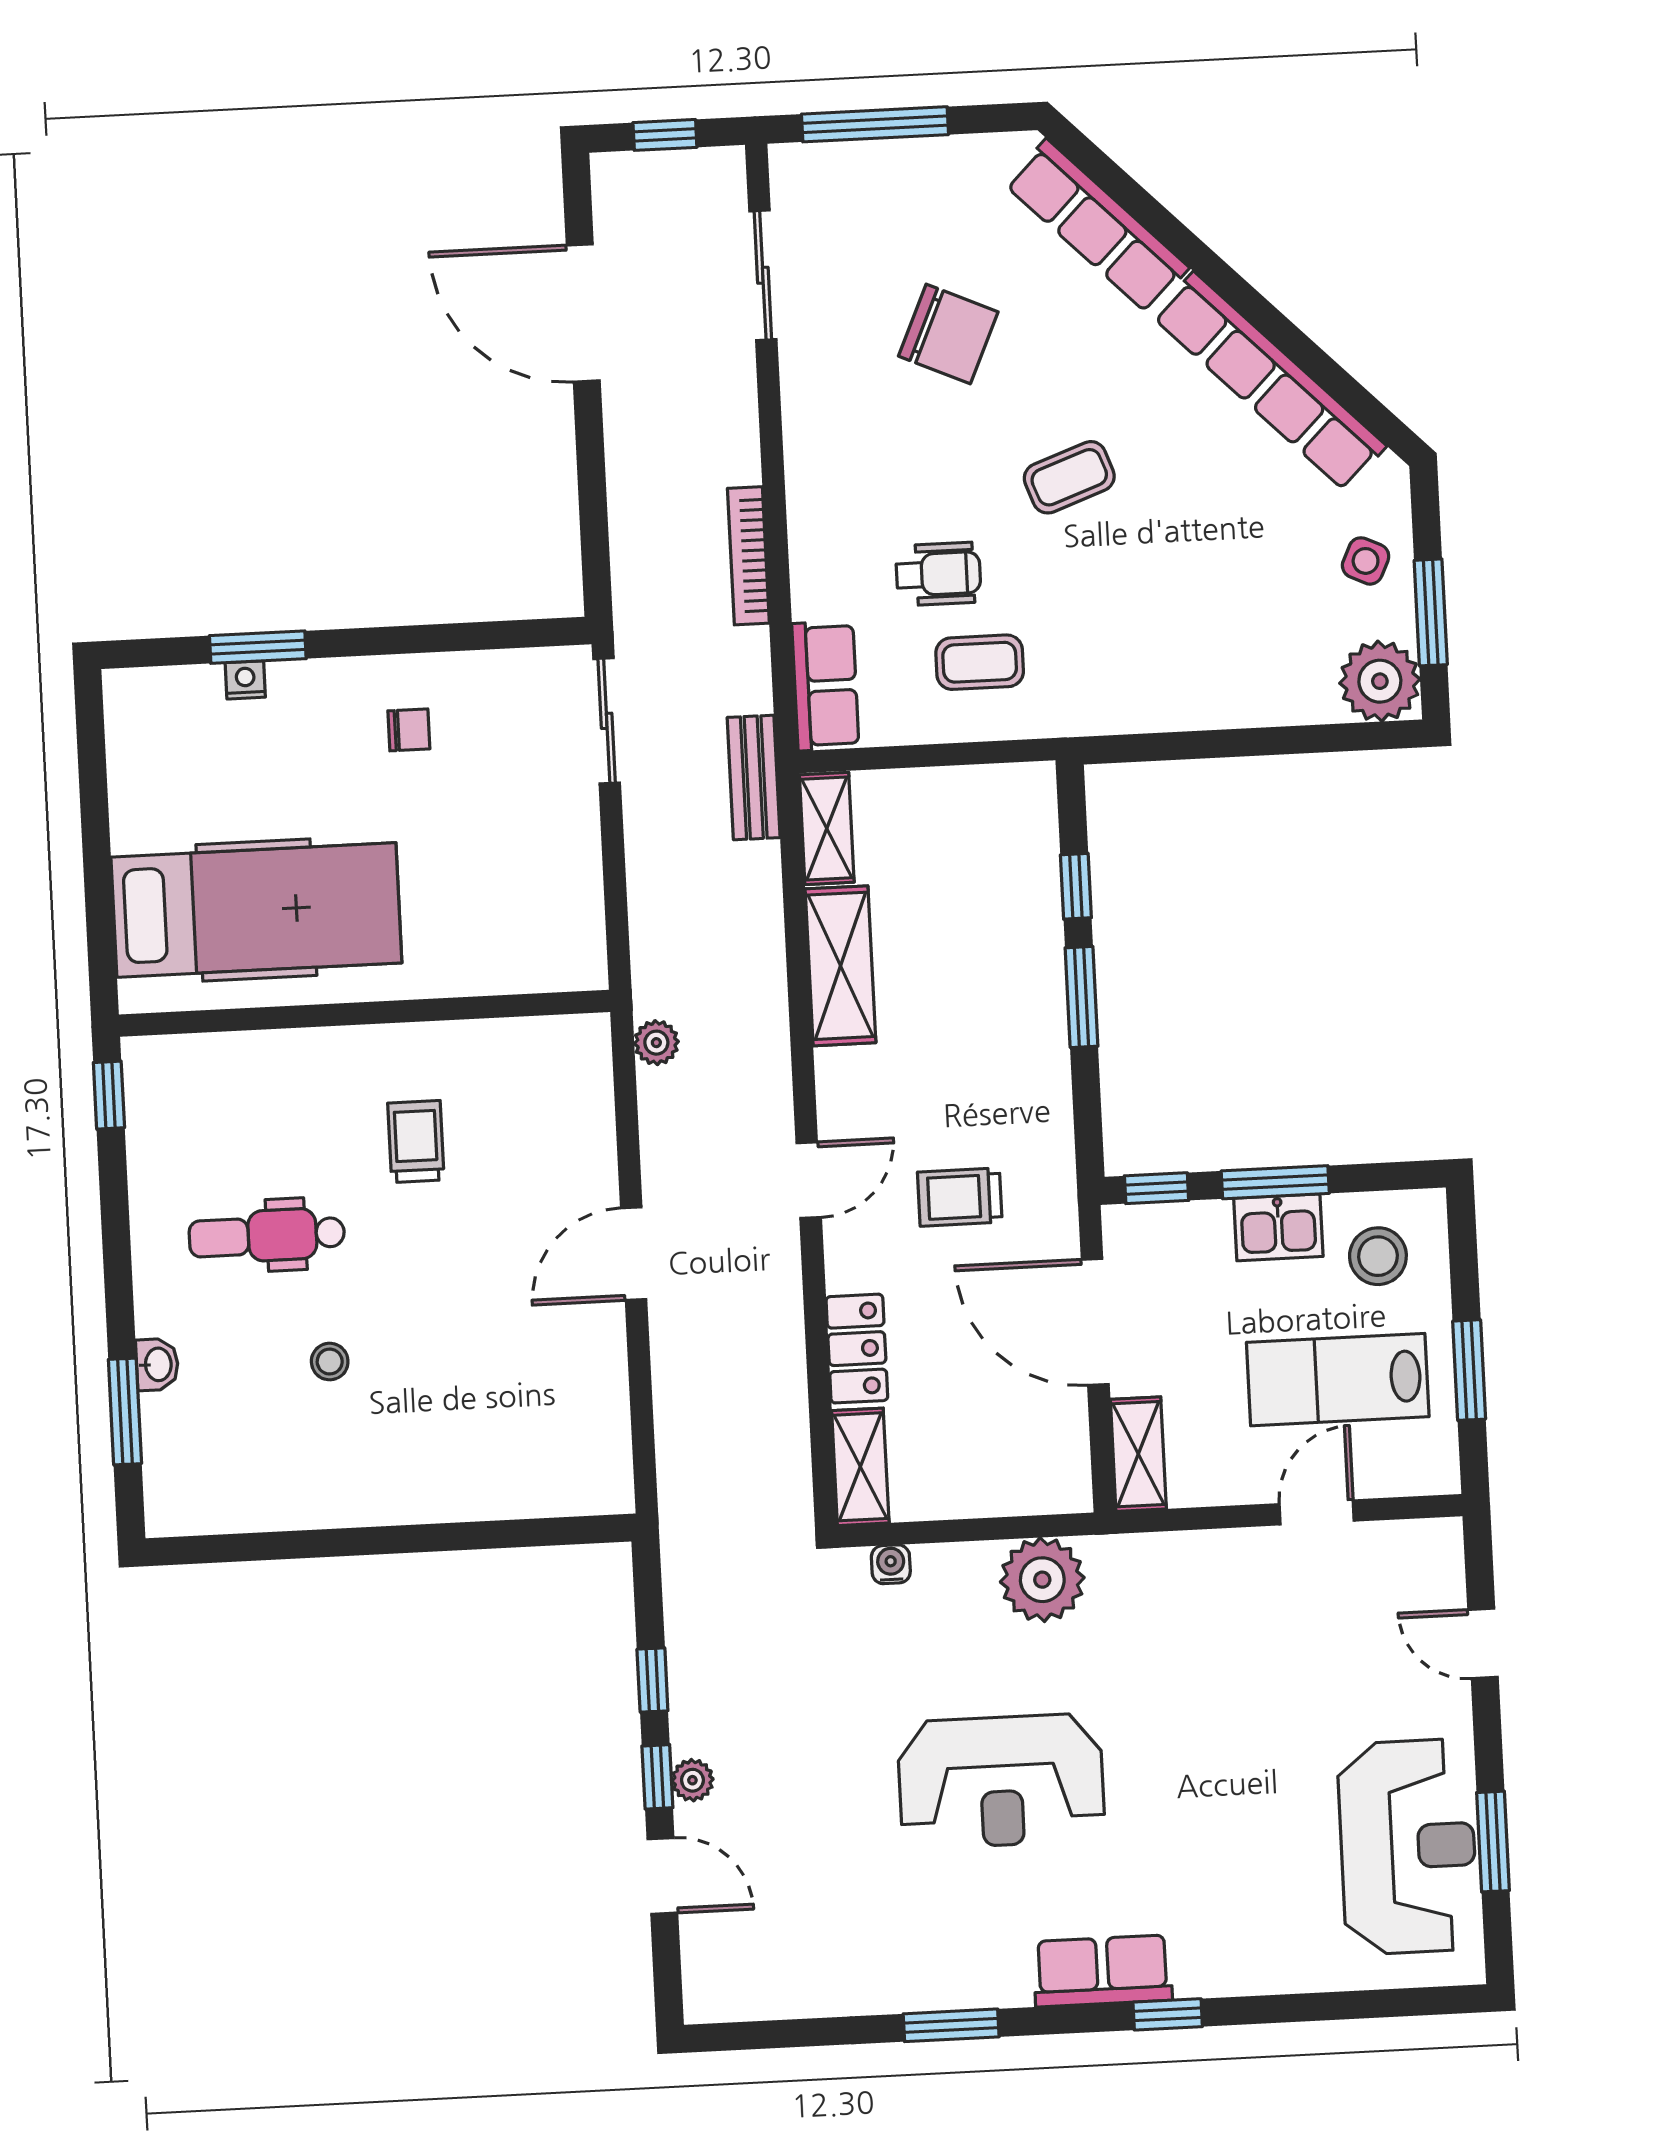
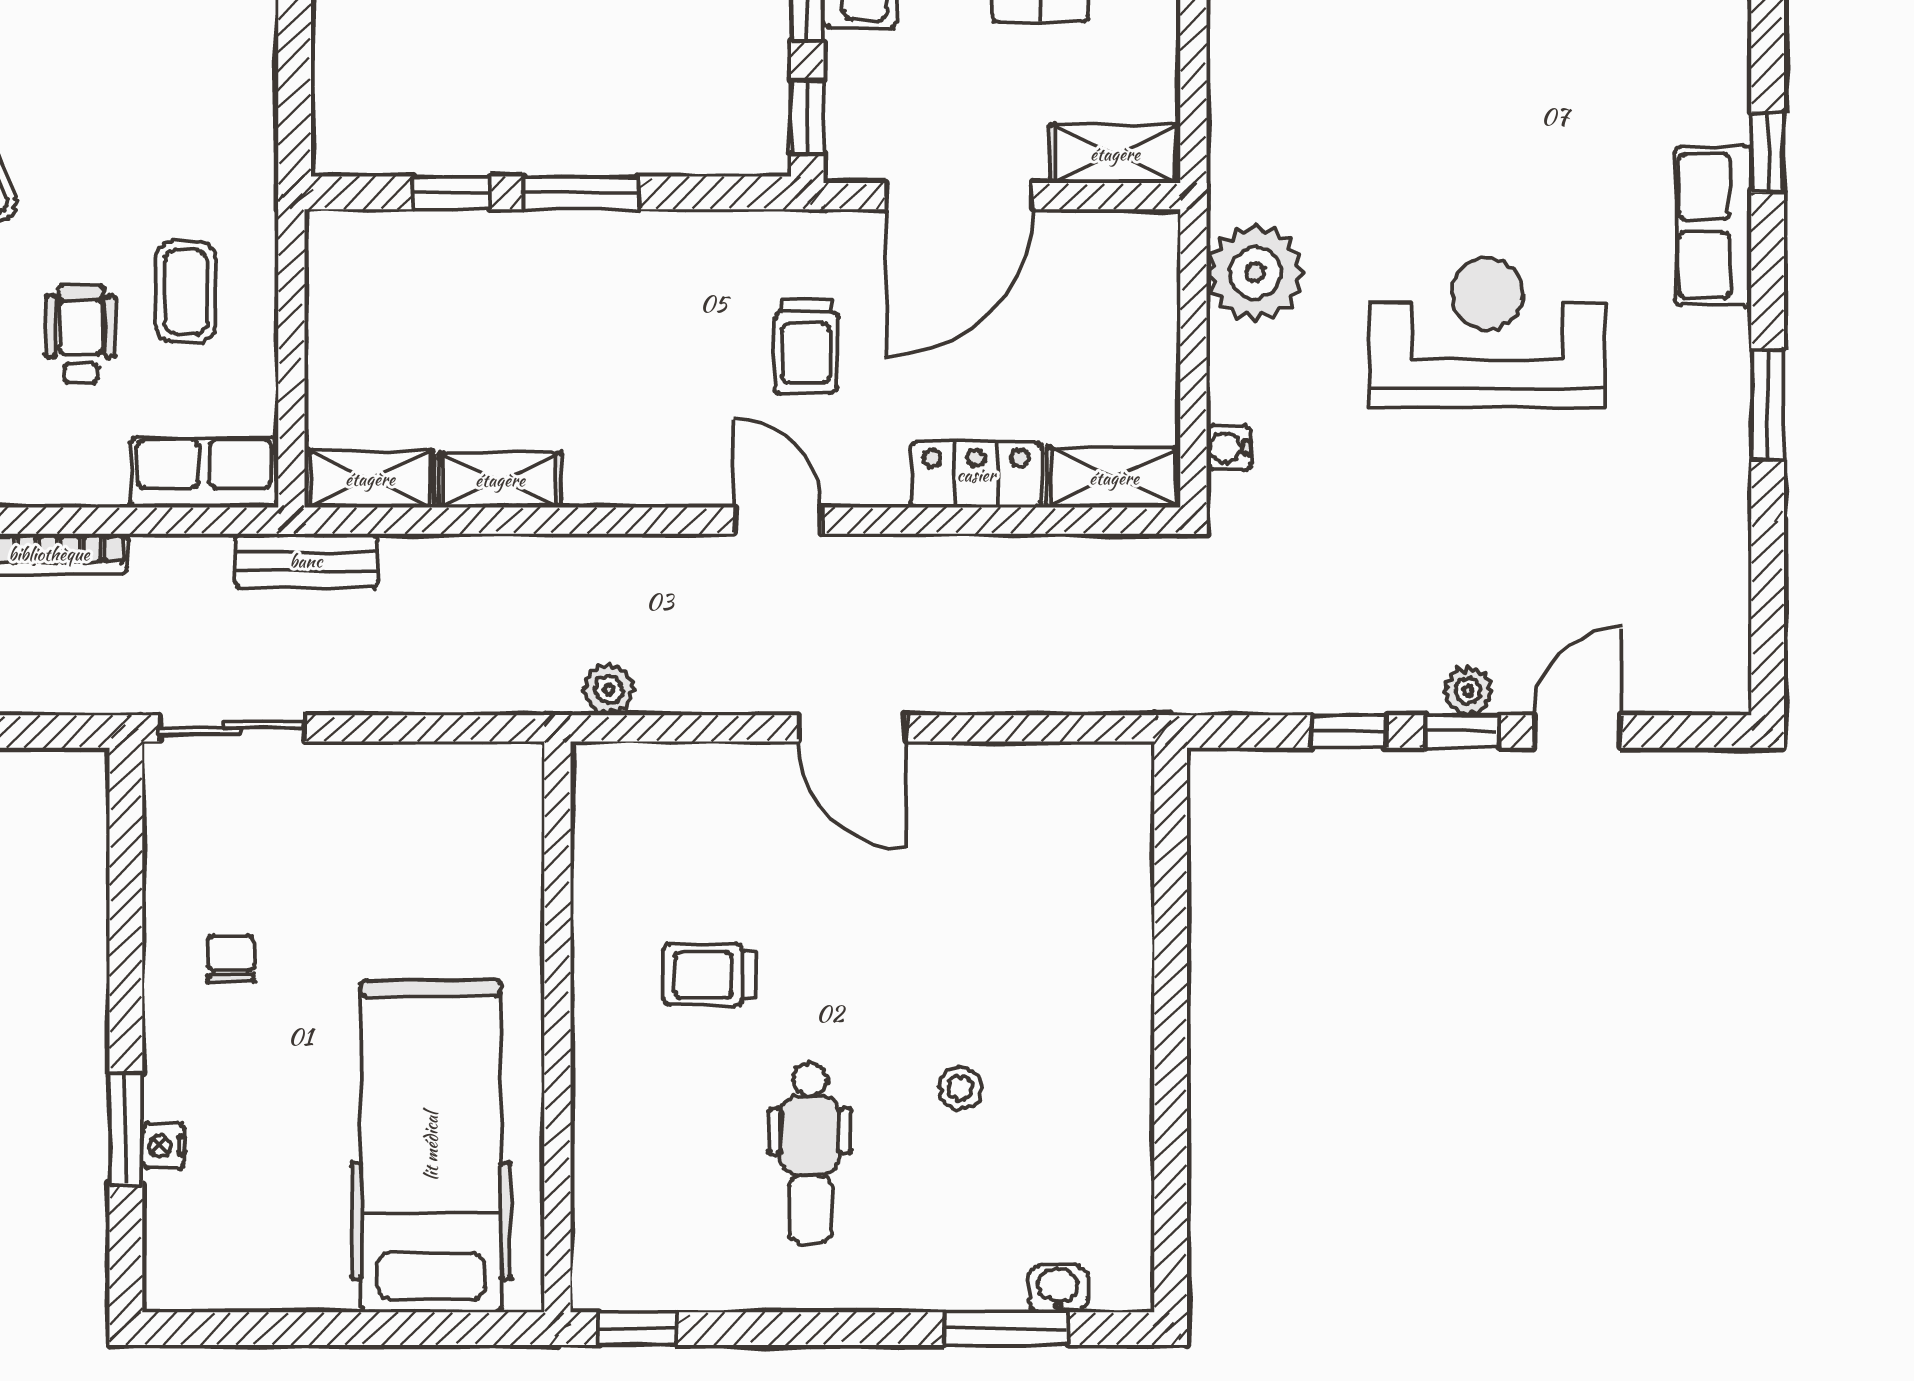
shelving: (840, 966) -> (500, 480), width x0.67, depth x0.75
washbasin: (157, 1364) -> (1058, 1288), moved
reception desk: (1001, 1781) -> (1487, 332), turned -90

